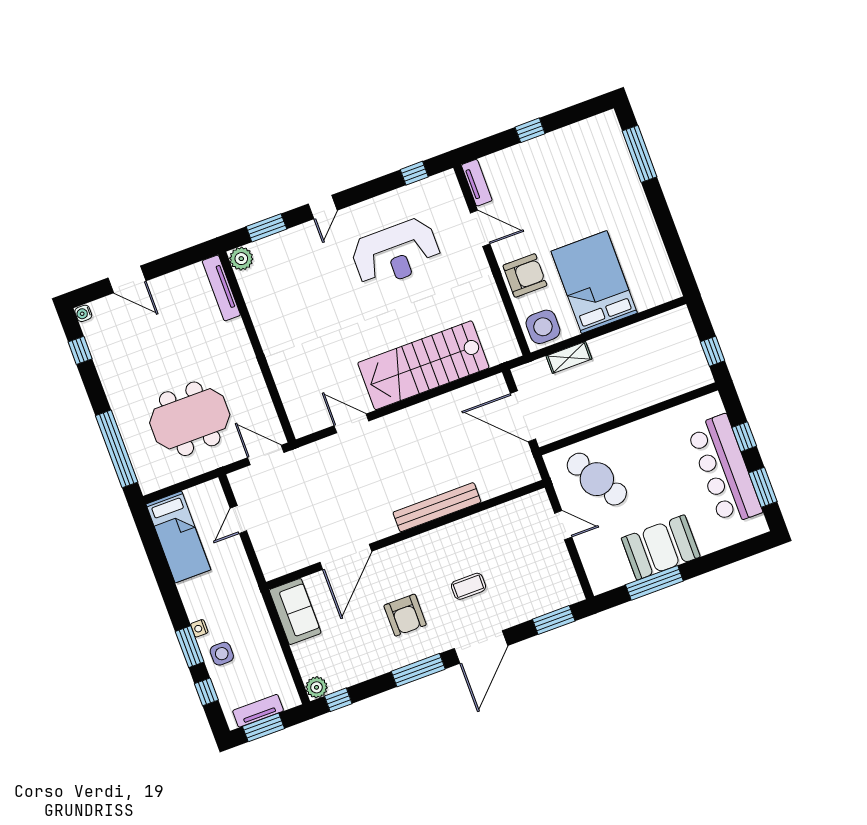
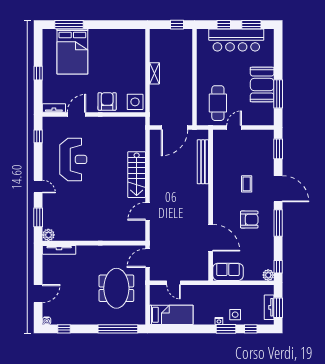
bed: (594, 282) -> (72, 52), moved, turned -90
shelving: (569, 357) -> (154, 73), moved
stairs: (423, 365) -> (137, 175), width x0.73, depth x0.66
cafe table: (597, 479) -> (218, 103), turned -59
bench: (437, 507) -> (203, 162), moved

